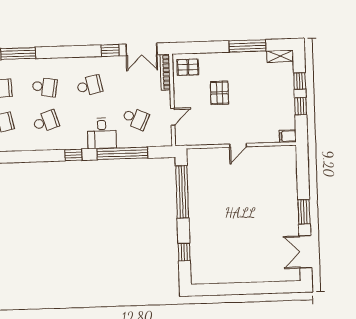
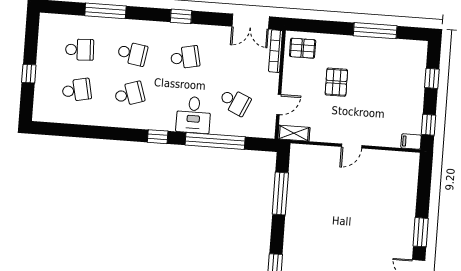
window: (110, 50) -> (181, 16), moved
shelving: (280, 56) -> (294, 133), moved
window: (301, 106) -> (428, 125), moved
window: (182, 192) -> (280, 193), width x0.68

